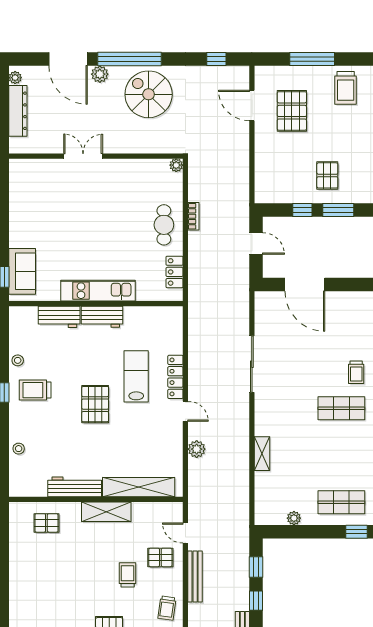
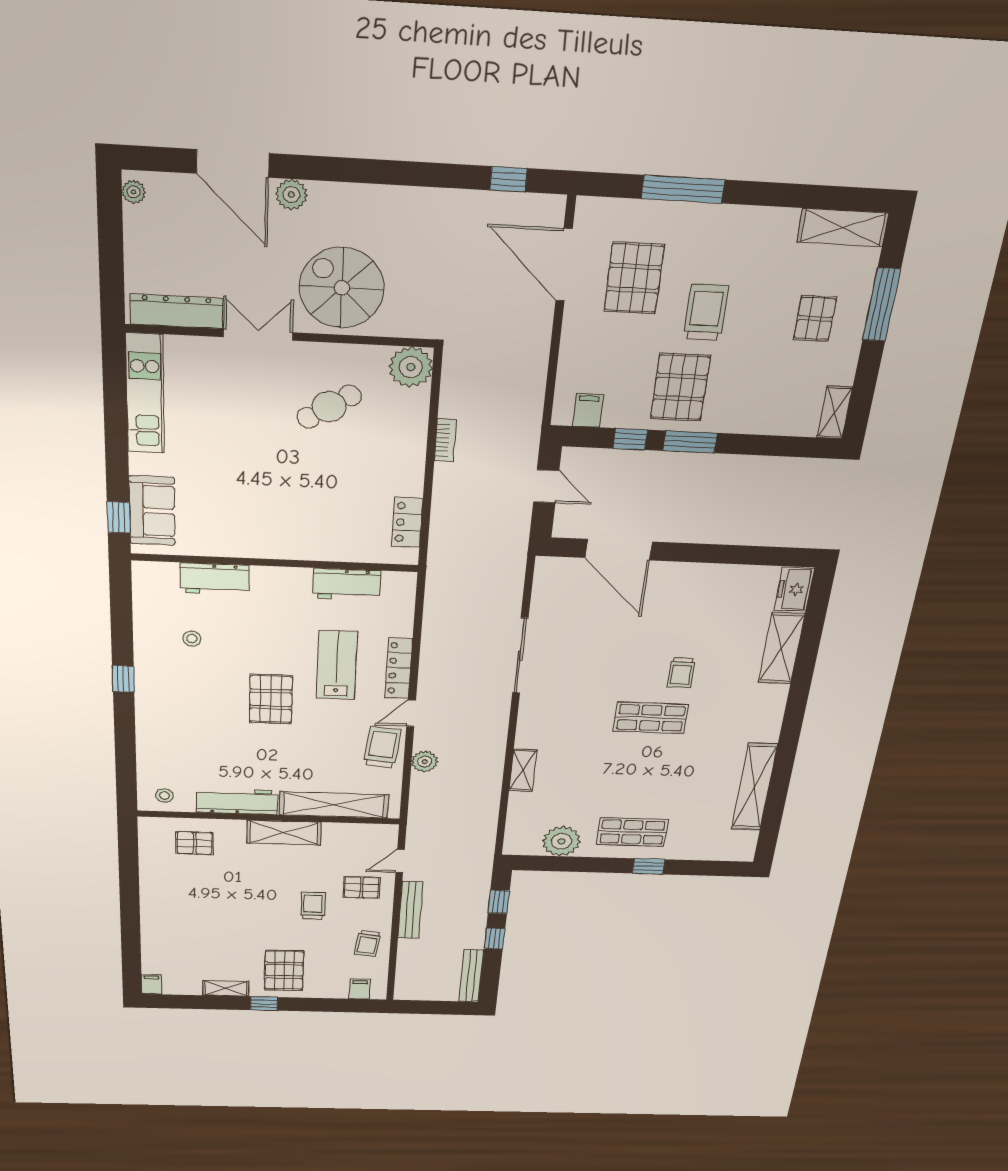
window: (130, 59) -> (348, 170), removed
trolley: (346, 88) -> (706, 312), moved, turned 180
spiral stairs: (149, 94) -> (342, 288), moved
door: (252, 105) -> (564, 265), width x1.36
dresser: (18, 111) -> (177, 311), moved, turned -90
plant: (176, 165) -> (411, 367), width x1.87, depth x1.87
pallet: (327, 175) -> (680, 387), width x1.50, depth x1.42
filing cabinet: (275, 193) -> (588, 410), added
cafe table: (164, 225) -> (329, 407), moved, turned 57
kitchen unit: (98, 291) -> (145, 394), moved, turned 90
workbench: (102, 317) -> (347, 584), moved
stool: (18, 360) -> (192, 639), moved
trolley: (35, 390) -> (382, 747), moved, turned 96
door: (185, 411) -> (411, 713), swing flipped
stool: (19, 449) -> (164, 795), moved
plant: (294, 518) -> (561, 841), width x1.88, depth x1.88
door: (185, 533) -> (400, 861), hinge flipped

